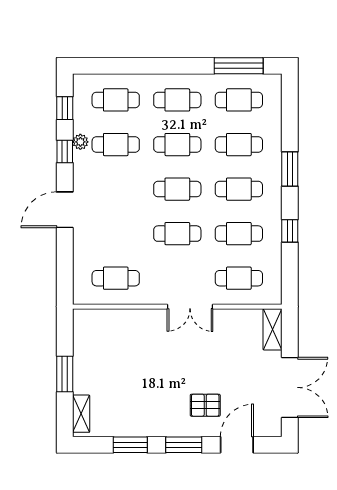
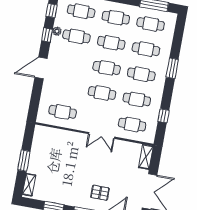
window: (290, 231) -> (163, 116), moved

